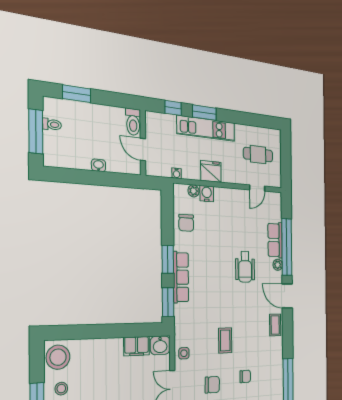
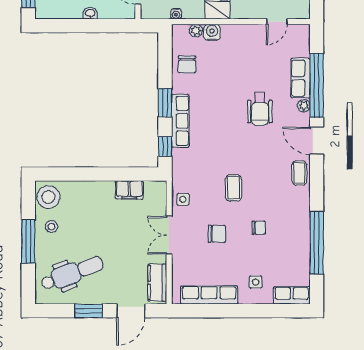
window: (168, 302) -> (165, 146), width x0.67
washbasin: (160, 345) -> (156, 190), removed

